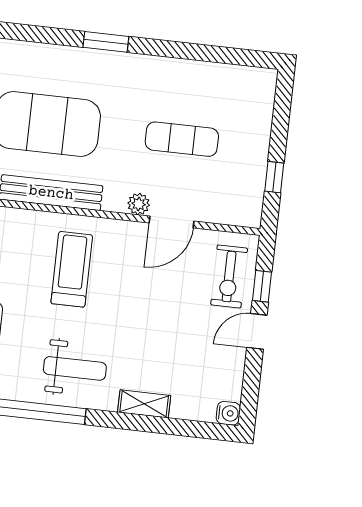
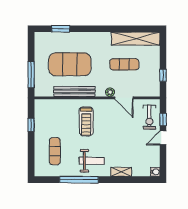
window: (106, 42) -> (61, 29), moved
shelving: (217, 79) -> (136, 39), added
door: (171, 222) -> (124, 98), hinge flipped
treadmill: (72, 269) -> (86, 121), turned 180

